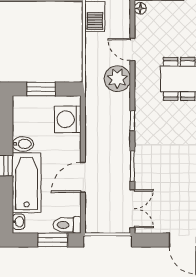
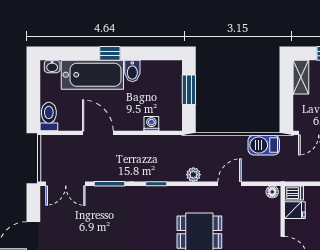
plant: (117, 79) -> (193, 175), width x0.53, depth x0.53
washing machine: (68, 119) -> (151, 124), width x0.53, depth x0.53
window: (53, 240) -> (33, 102), removed

